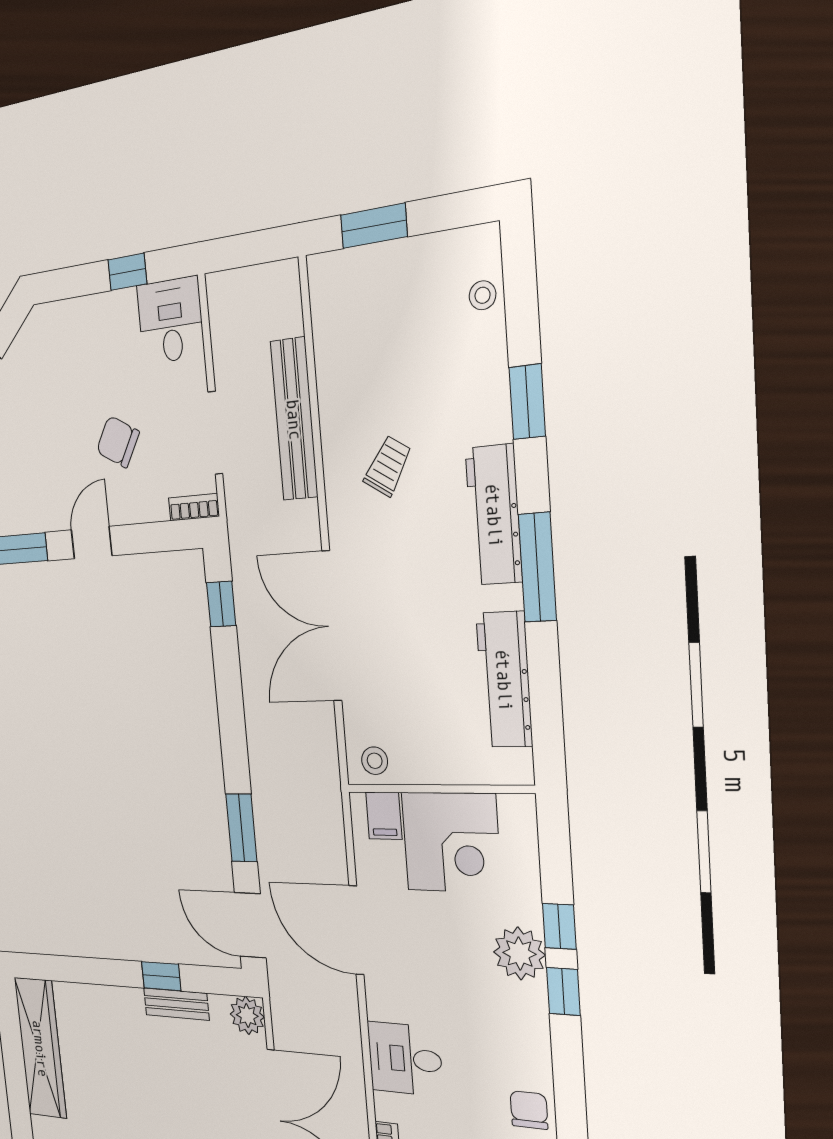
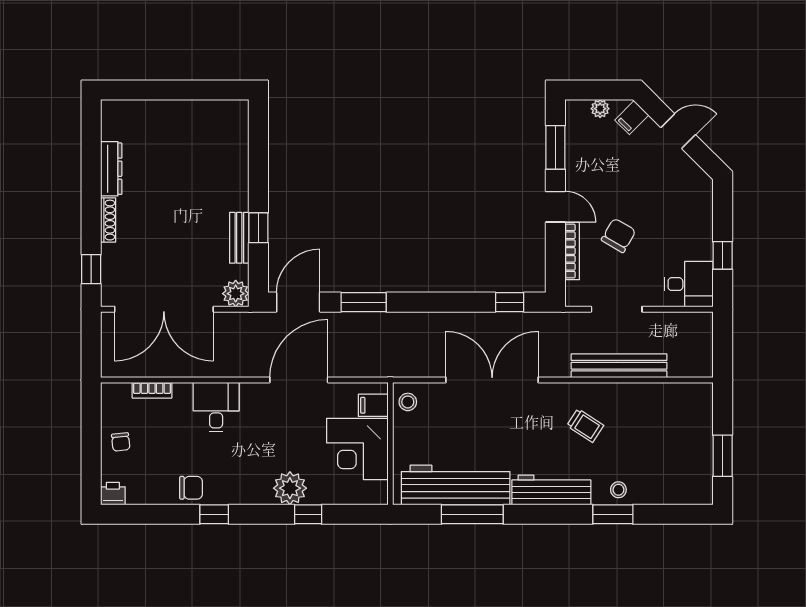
window: (374, 226) -> (723, 456), moved
stool: (483, 295) -> (618, 490), moved
bookcase: (194, 507) -> (572, 251), moved, width x1.56
window: (537, 567) -> (472, 514), moved
workbench: (504, 680) -> (456, 485), width x1.36, depth x1.32
window: (563, 991) -> (214, 514), moved
wardrobe: (40, 1048) -> (197, 116), removed

